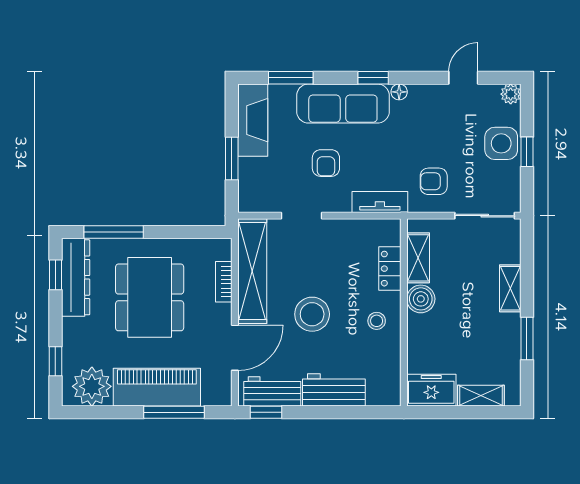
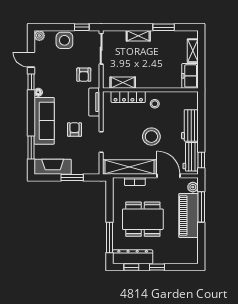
window: (373, 78) -> (31, 82), moved
window: (527, 152) -> (82, 27), moved
armchair: (326, 163) -> (74, 130), turned -90
locker: (390, 269) -> (128, 97), width x1.53
boiler: (421, 299) -> (144, 81), removed
window: (55, 361) -> (157, 267), moved
plant: (92, 386) -> (193, 187), moved, width x0.53, depth x0.53

